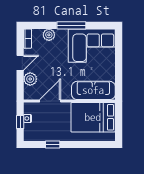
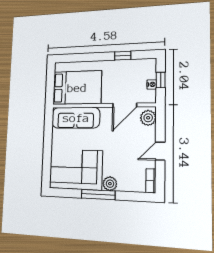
plant: (49, 35) -> (110, 184), moved
plant: (30, 79) -> (148, 118), moved

